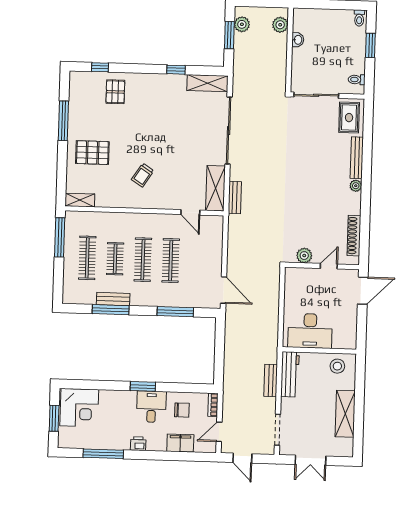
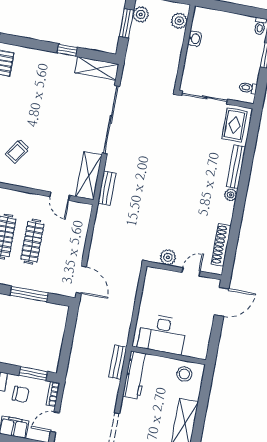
bench: (271, 380) -> (118, 362), moved
window: (191, 388) -> (33, 373), added

